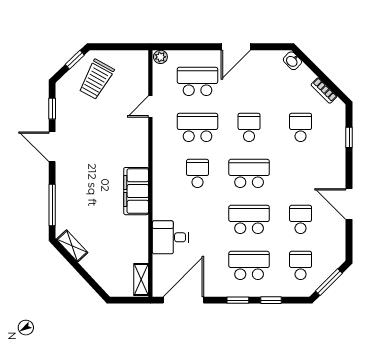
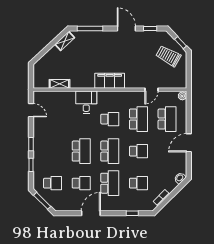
door: (236, 47) -> (189, 143), hinge flipped
door: (150, 107) -> (151, 90), swing flipped
door: (52, 147) -> (126, 29), hinge flipped
filing cabinet: (136, 191) -> (110, 81), moved
desk: (170, 237) -> (86, 102), moved
school desk: (249, 265) -> (110, 183), moved
shelving: (141, 280) -> (59, 84), moved
door: (183, 300) -> (31, 110), width x0.53

